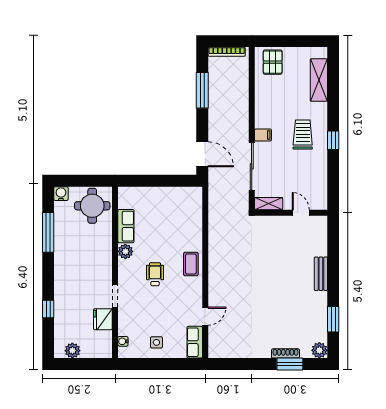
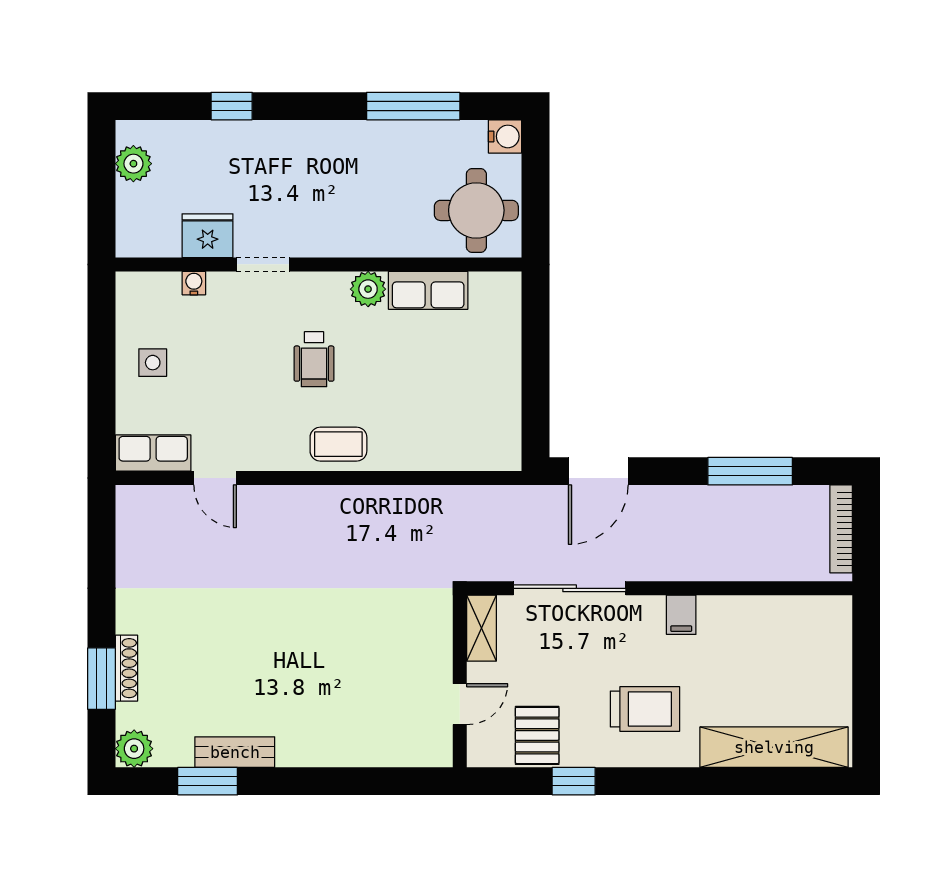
pallet: (273, 62) -> (537, 735), moved, turned 90
shelving: (319, 80) -> (774, 747), width x1.47
filing cabinet: (263, 135) -> (681, 615), moved
window: (333, 140) -> (574, 781), moved
wheelchair: (155, 274) -> (314, 359), turned 90
bench: (321, 274) -> (235, 752), moved
water cooler: (123, 341) -> (194, 283), moved

